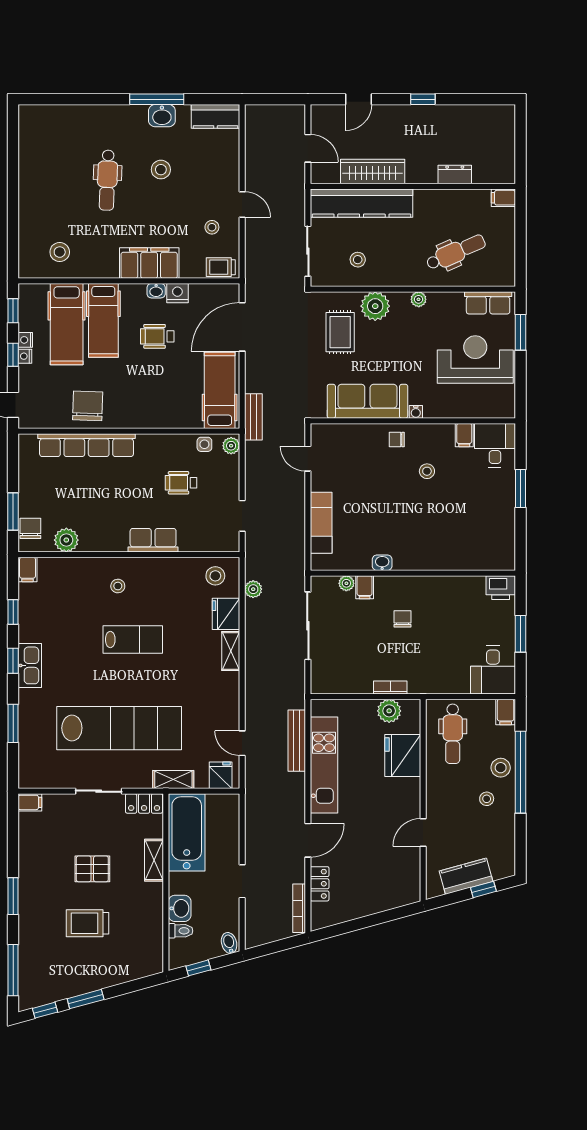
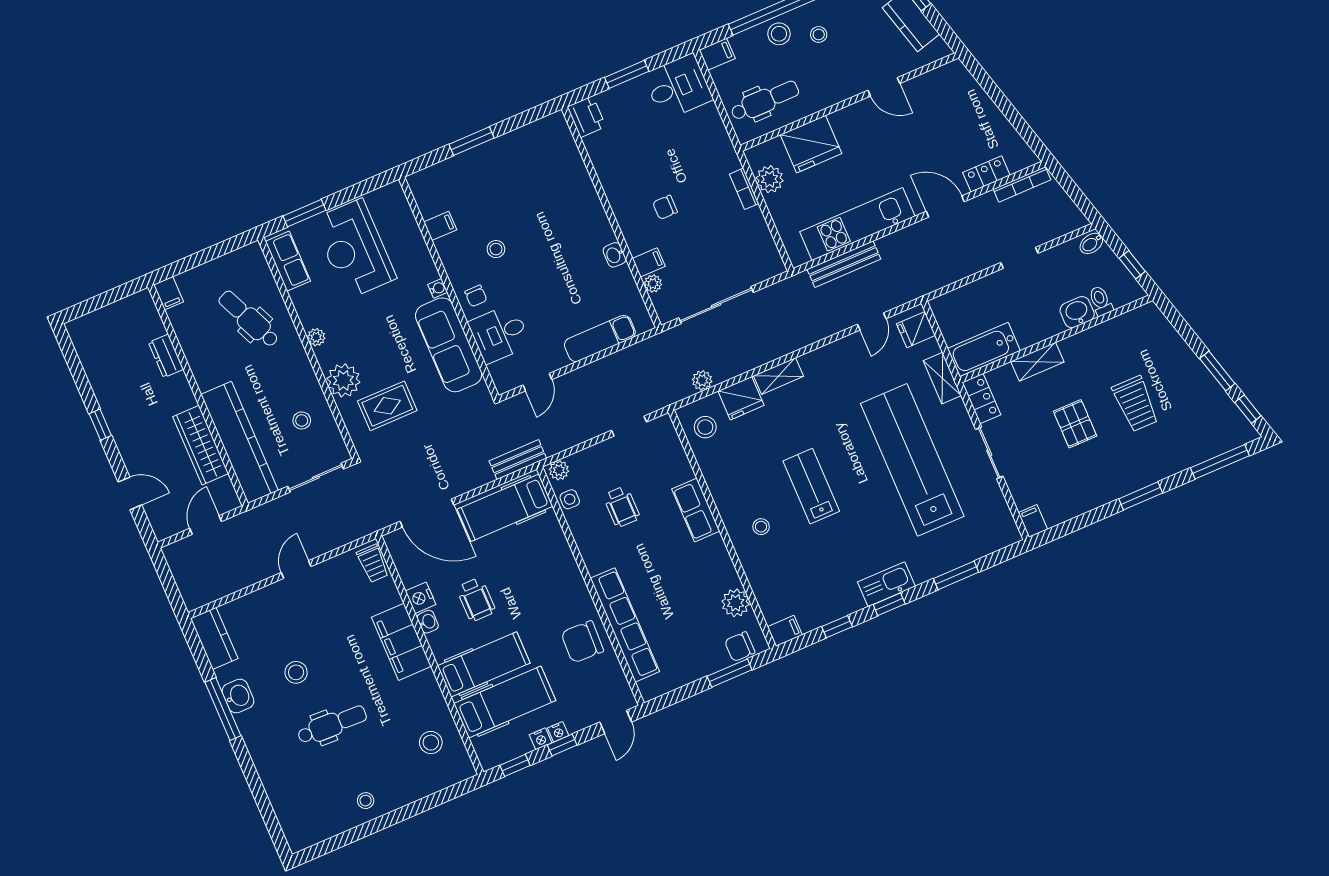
stool: (212, 227) -> (366, 801), moved
desk: (495, 445) -> (499, 334), moved
bathtub: (187, 832) -> (984, 350), width x0.73, depth x0.73

